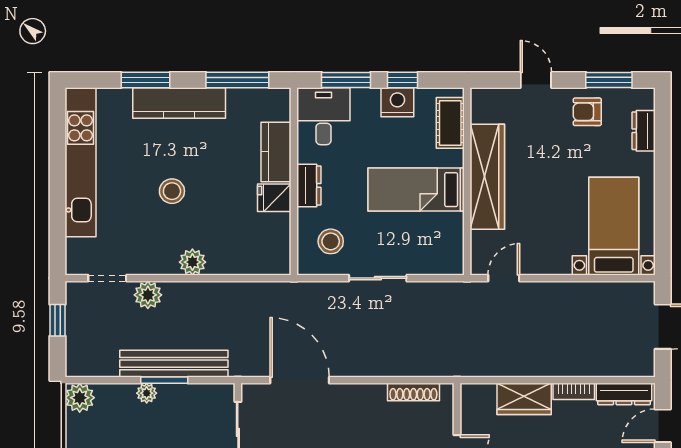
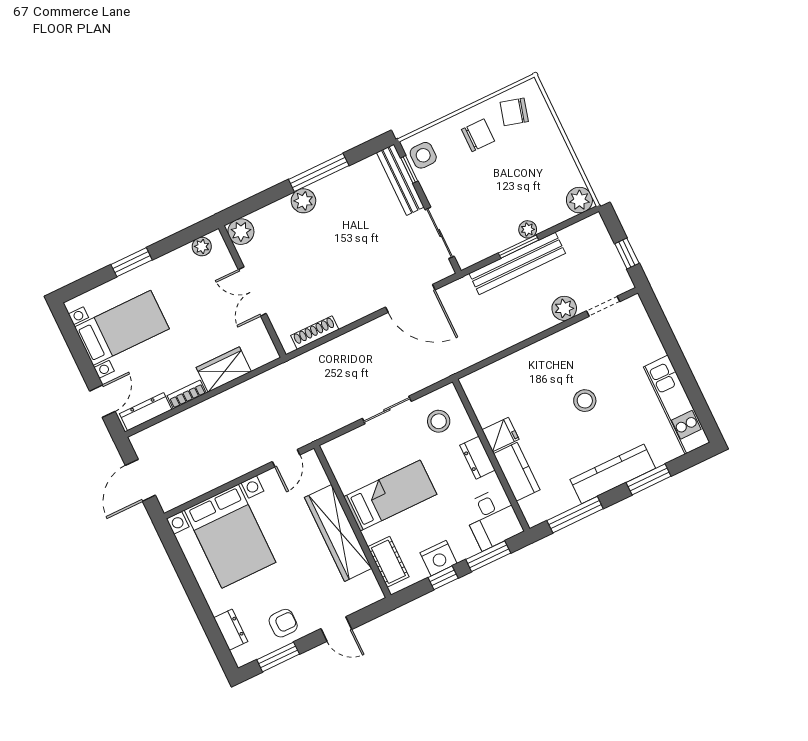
kitchen unit: (81, 162) -> (677, 405), width x0.73
bed with nightstands: (614, 226) -> (230, 536), width x1.36
plant: (192, 262) -> (541, 352), removed

